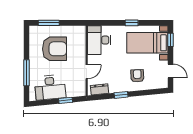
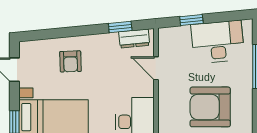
door: (87, 72) -> (156, 68), hinge flipped
window: (121, 95) -> (120, 27), moved

